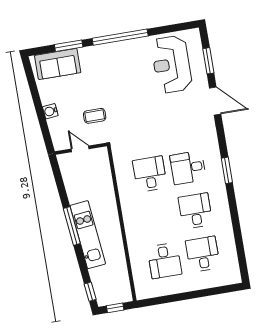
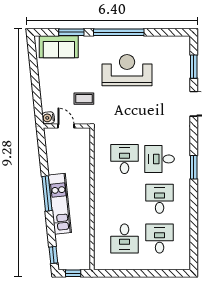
reception desk: (171, 64) -> (127, 70), moved, turned 90
water cooler: (50, 111) -> (48, 118), moved

